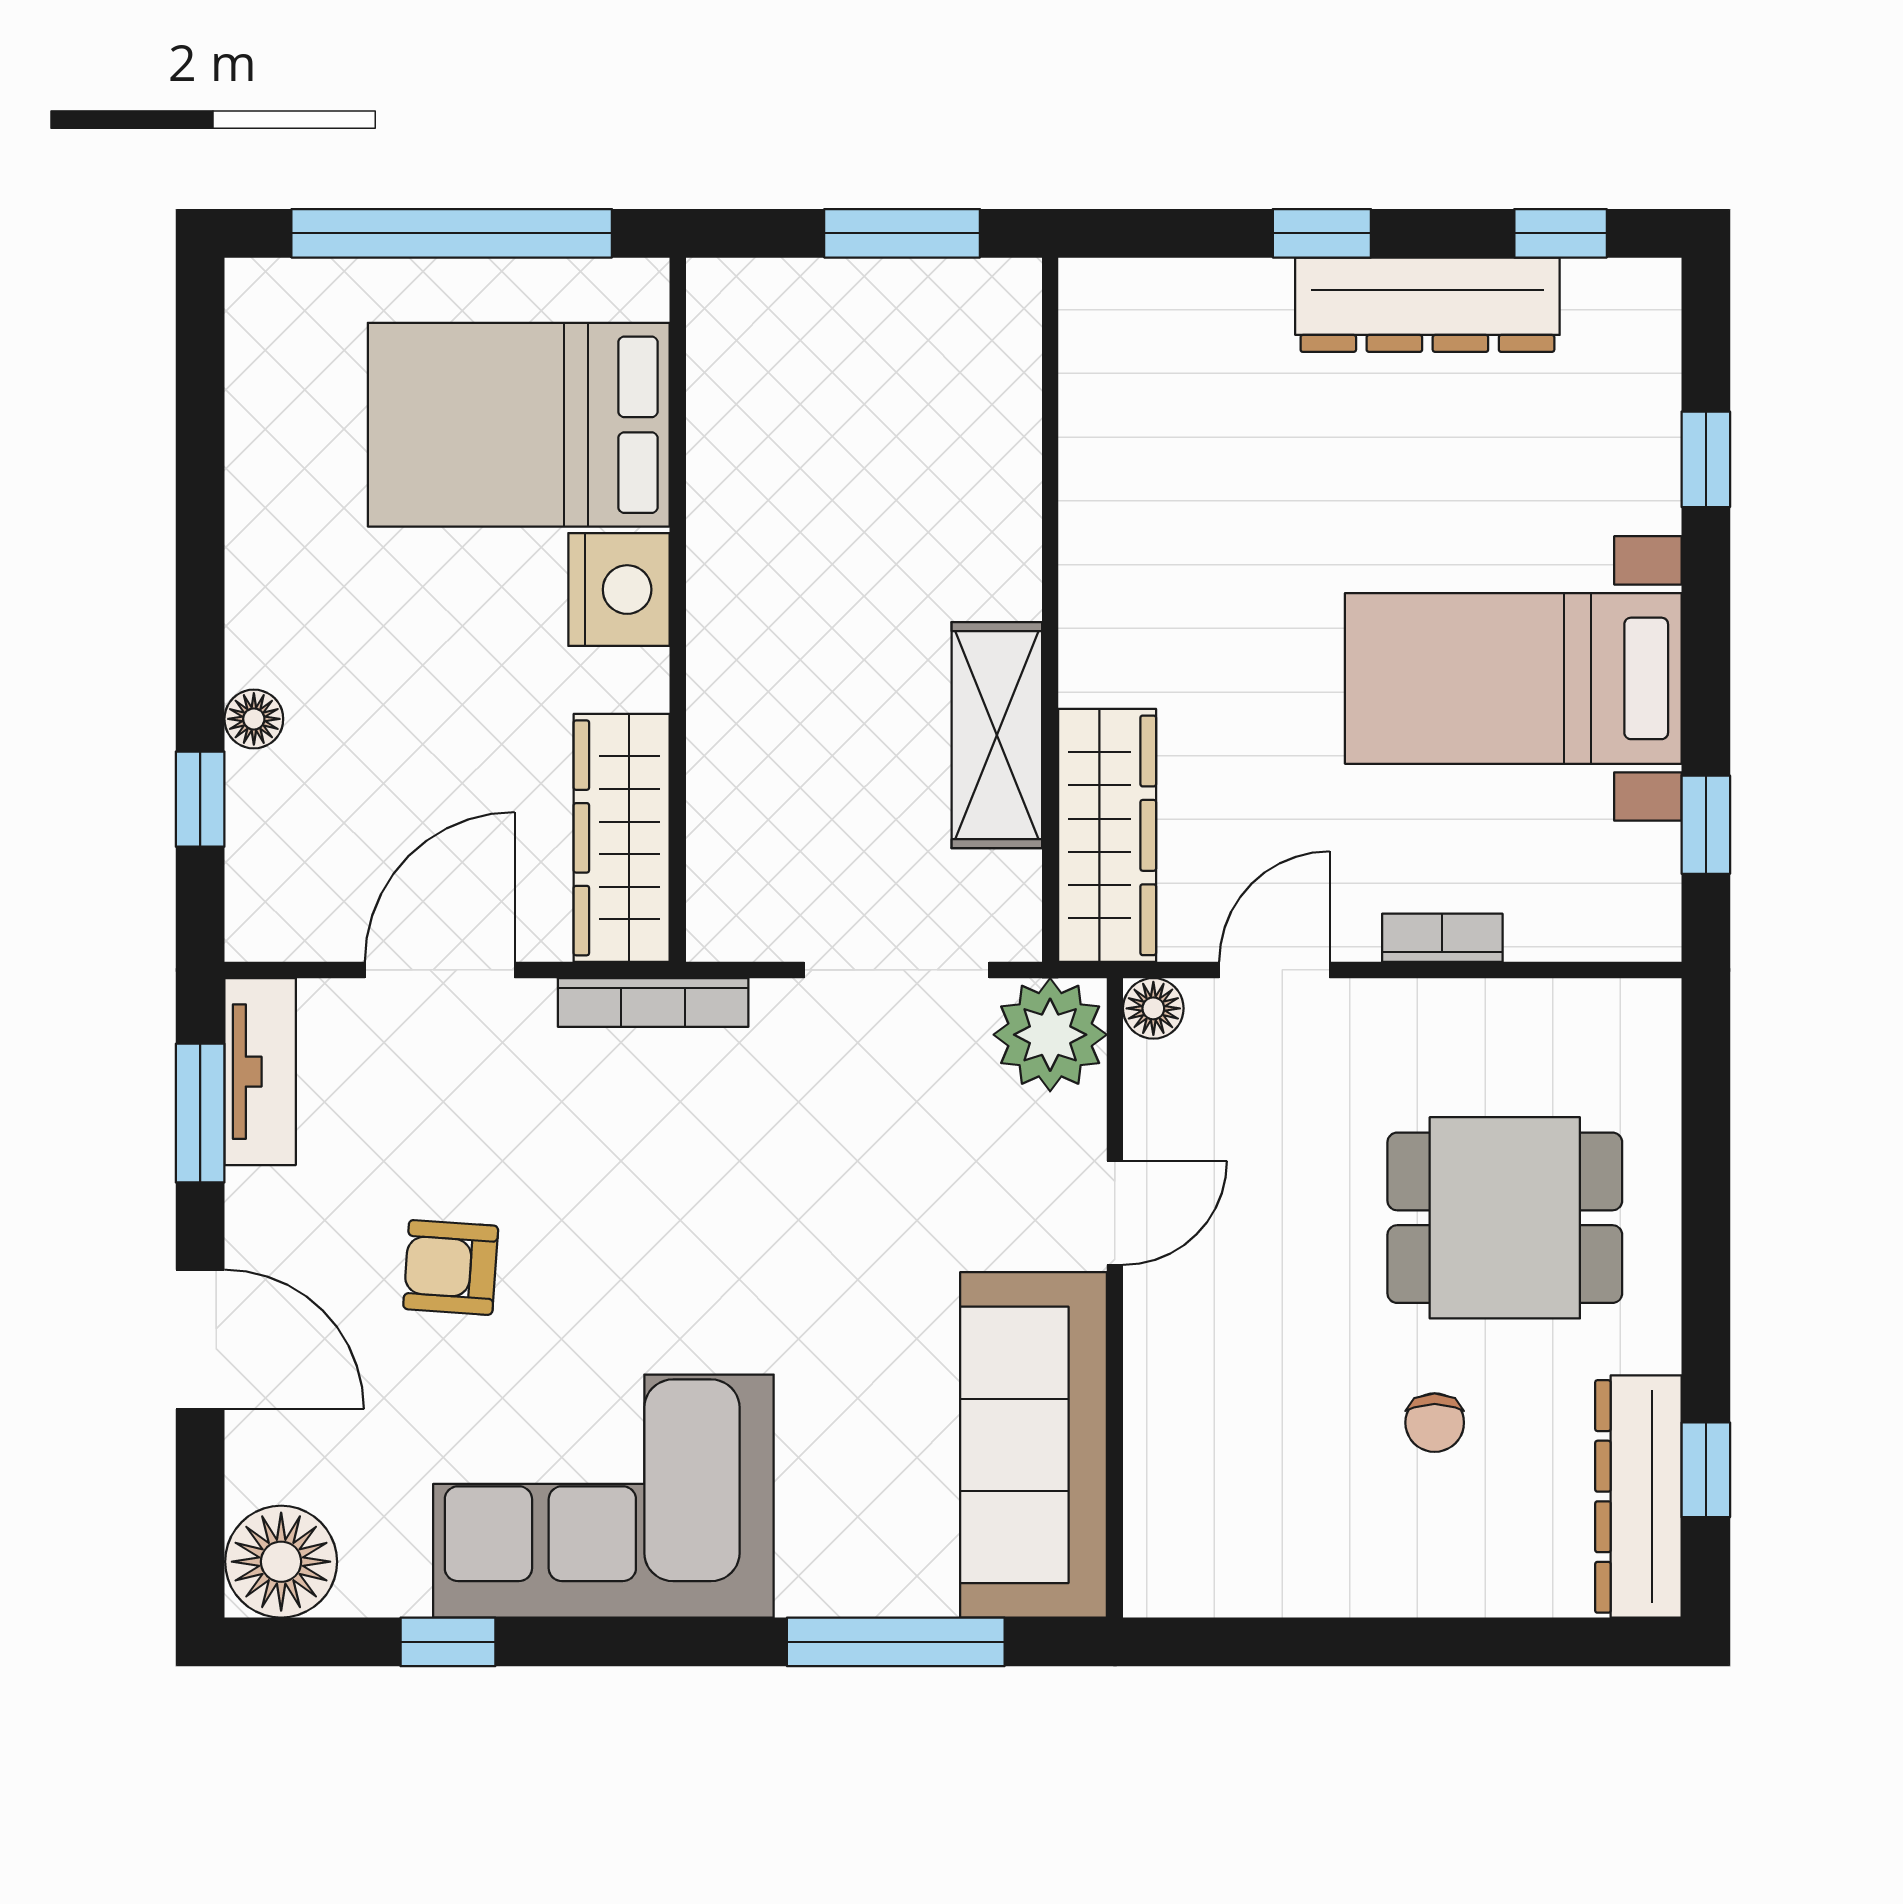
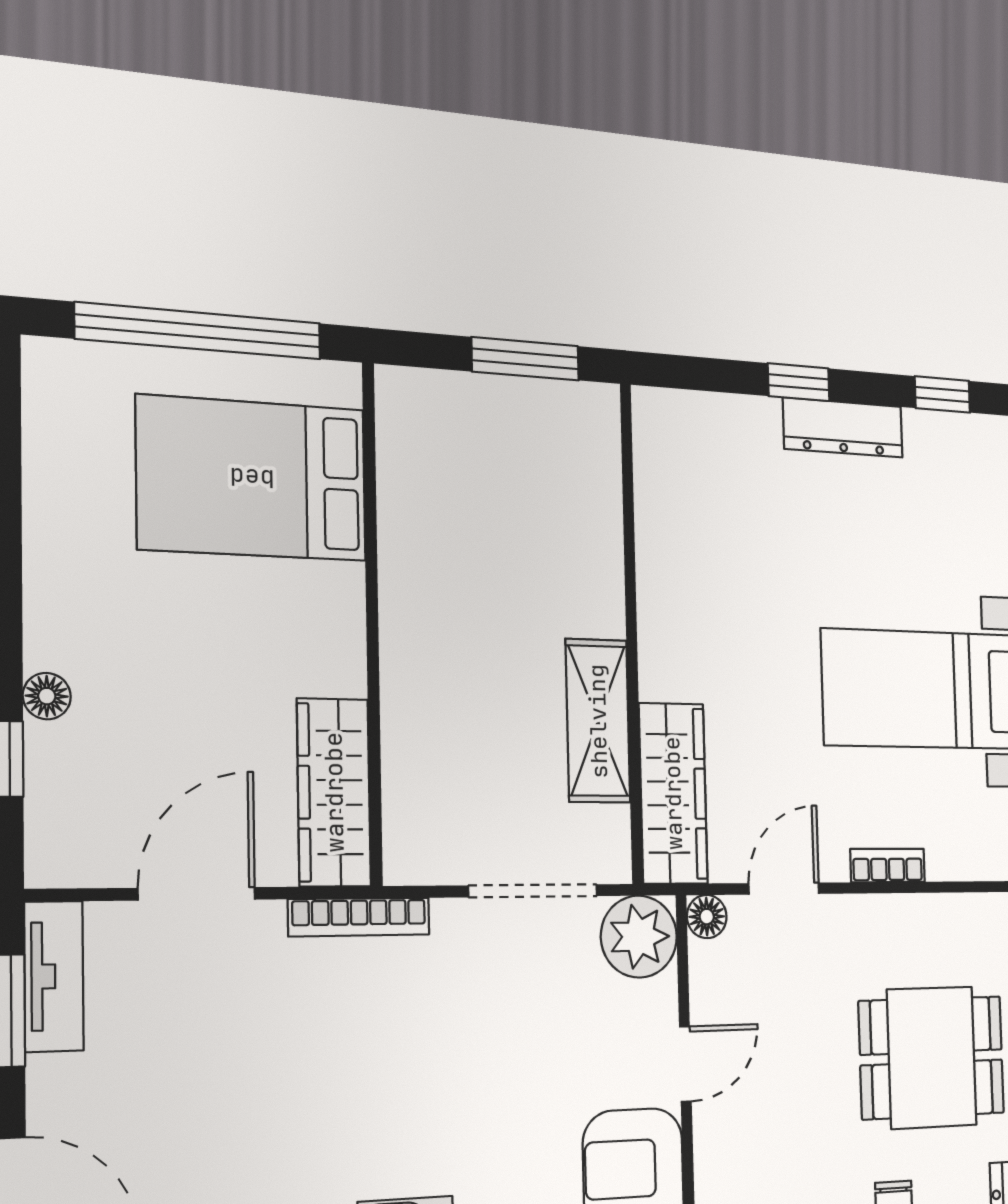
dresser: (1427, 305) -> (843, 428), width x0.73, depth x0.80
nightstand: (619, 590) -> (329, 606), removed
armchair: (451, 1267) -> (208, 1126), removed

